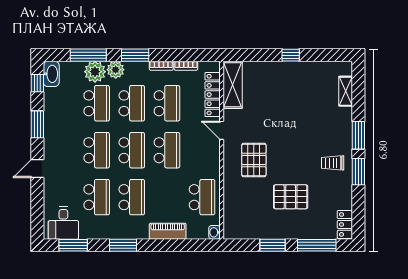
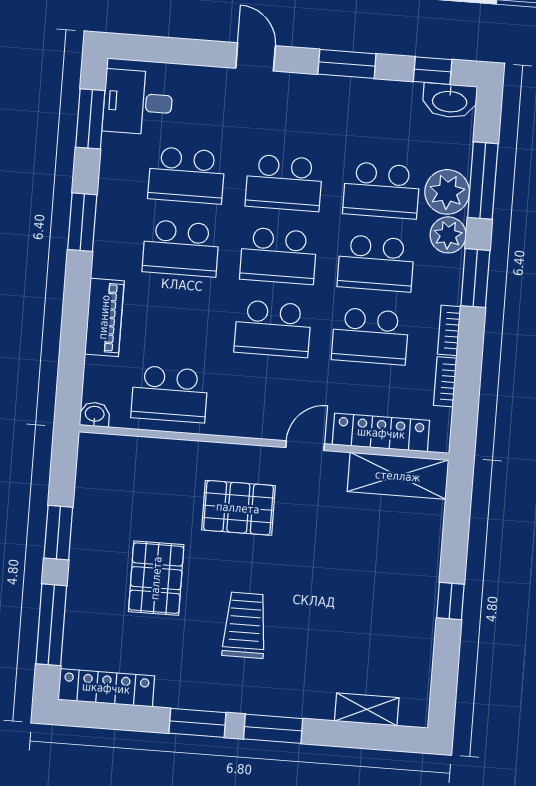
trolley: (333, 163) -> (245, 625), moved, width x1.36, depth x1.39
locker: (345, 224) -> (106, 688), width x1.53

